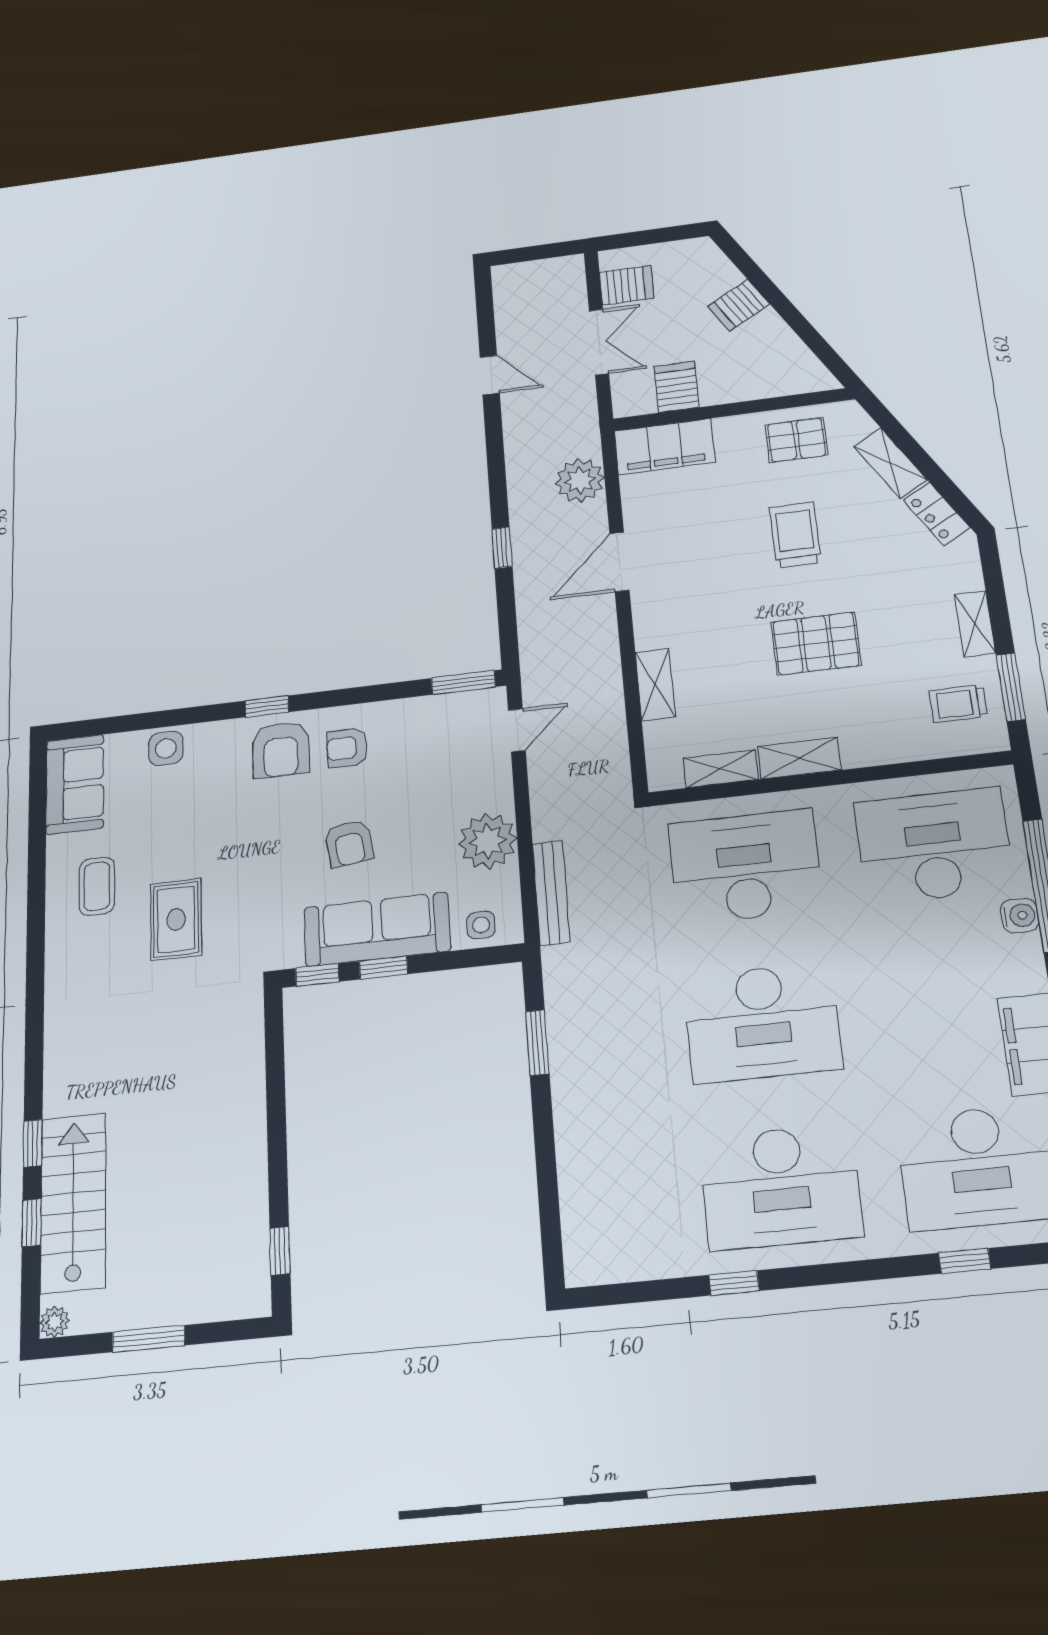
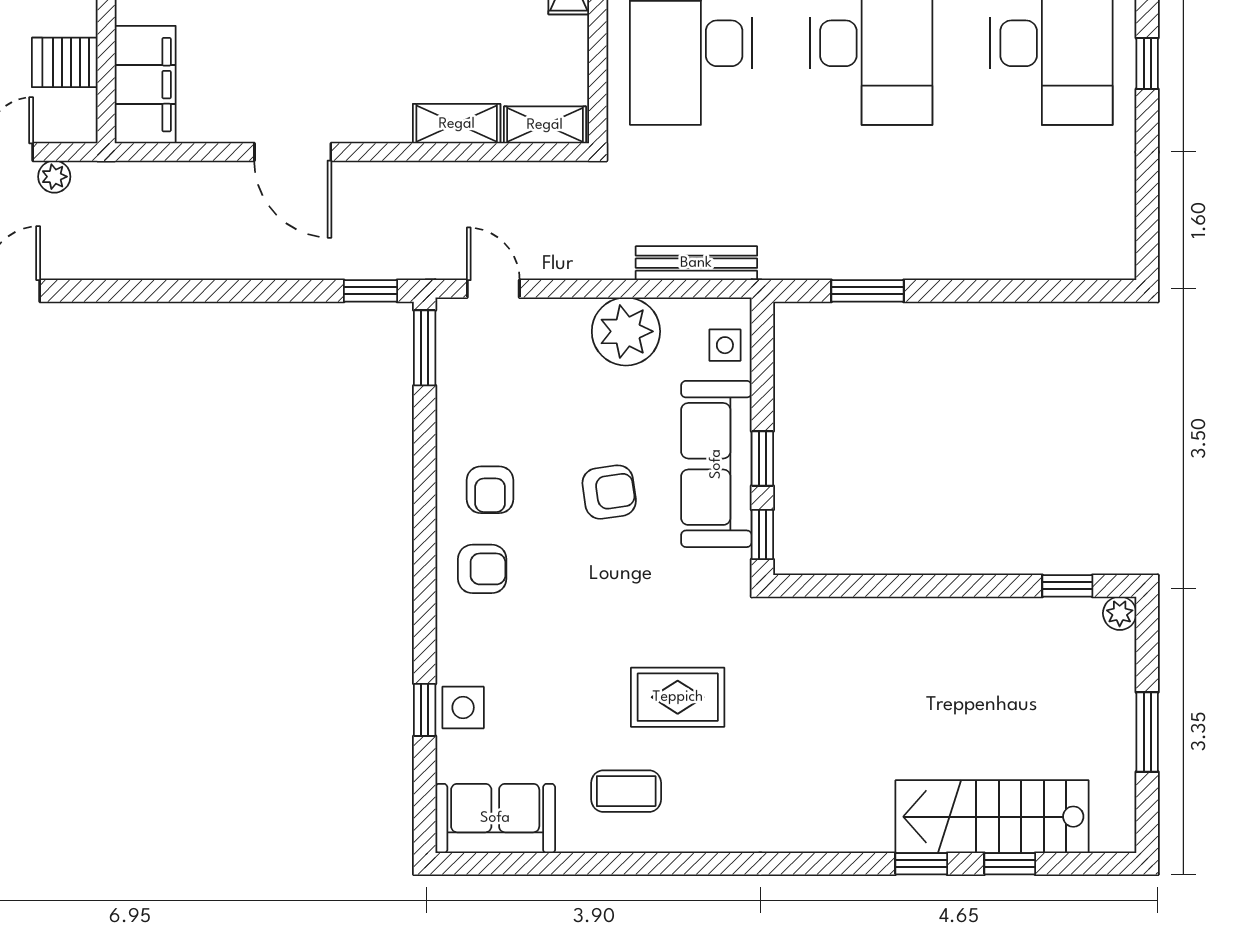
plant: (580, 480) -> (54, 177), moved, width x0.53, depth x0.53
window: (502, 548) -> (371, 291), moved
window: (267, 706) -> (425, 710), moved
armchair: (281, 750) -> (482, 569), width x0.72, depth x0.72
shelving: (721, 769) -> (545, 125), moved, turned 90
window: (734, 1283) -> (1147, 63), moved
plant: (55, 1322) -> (1120, 613), moved

